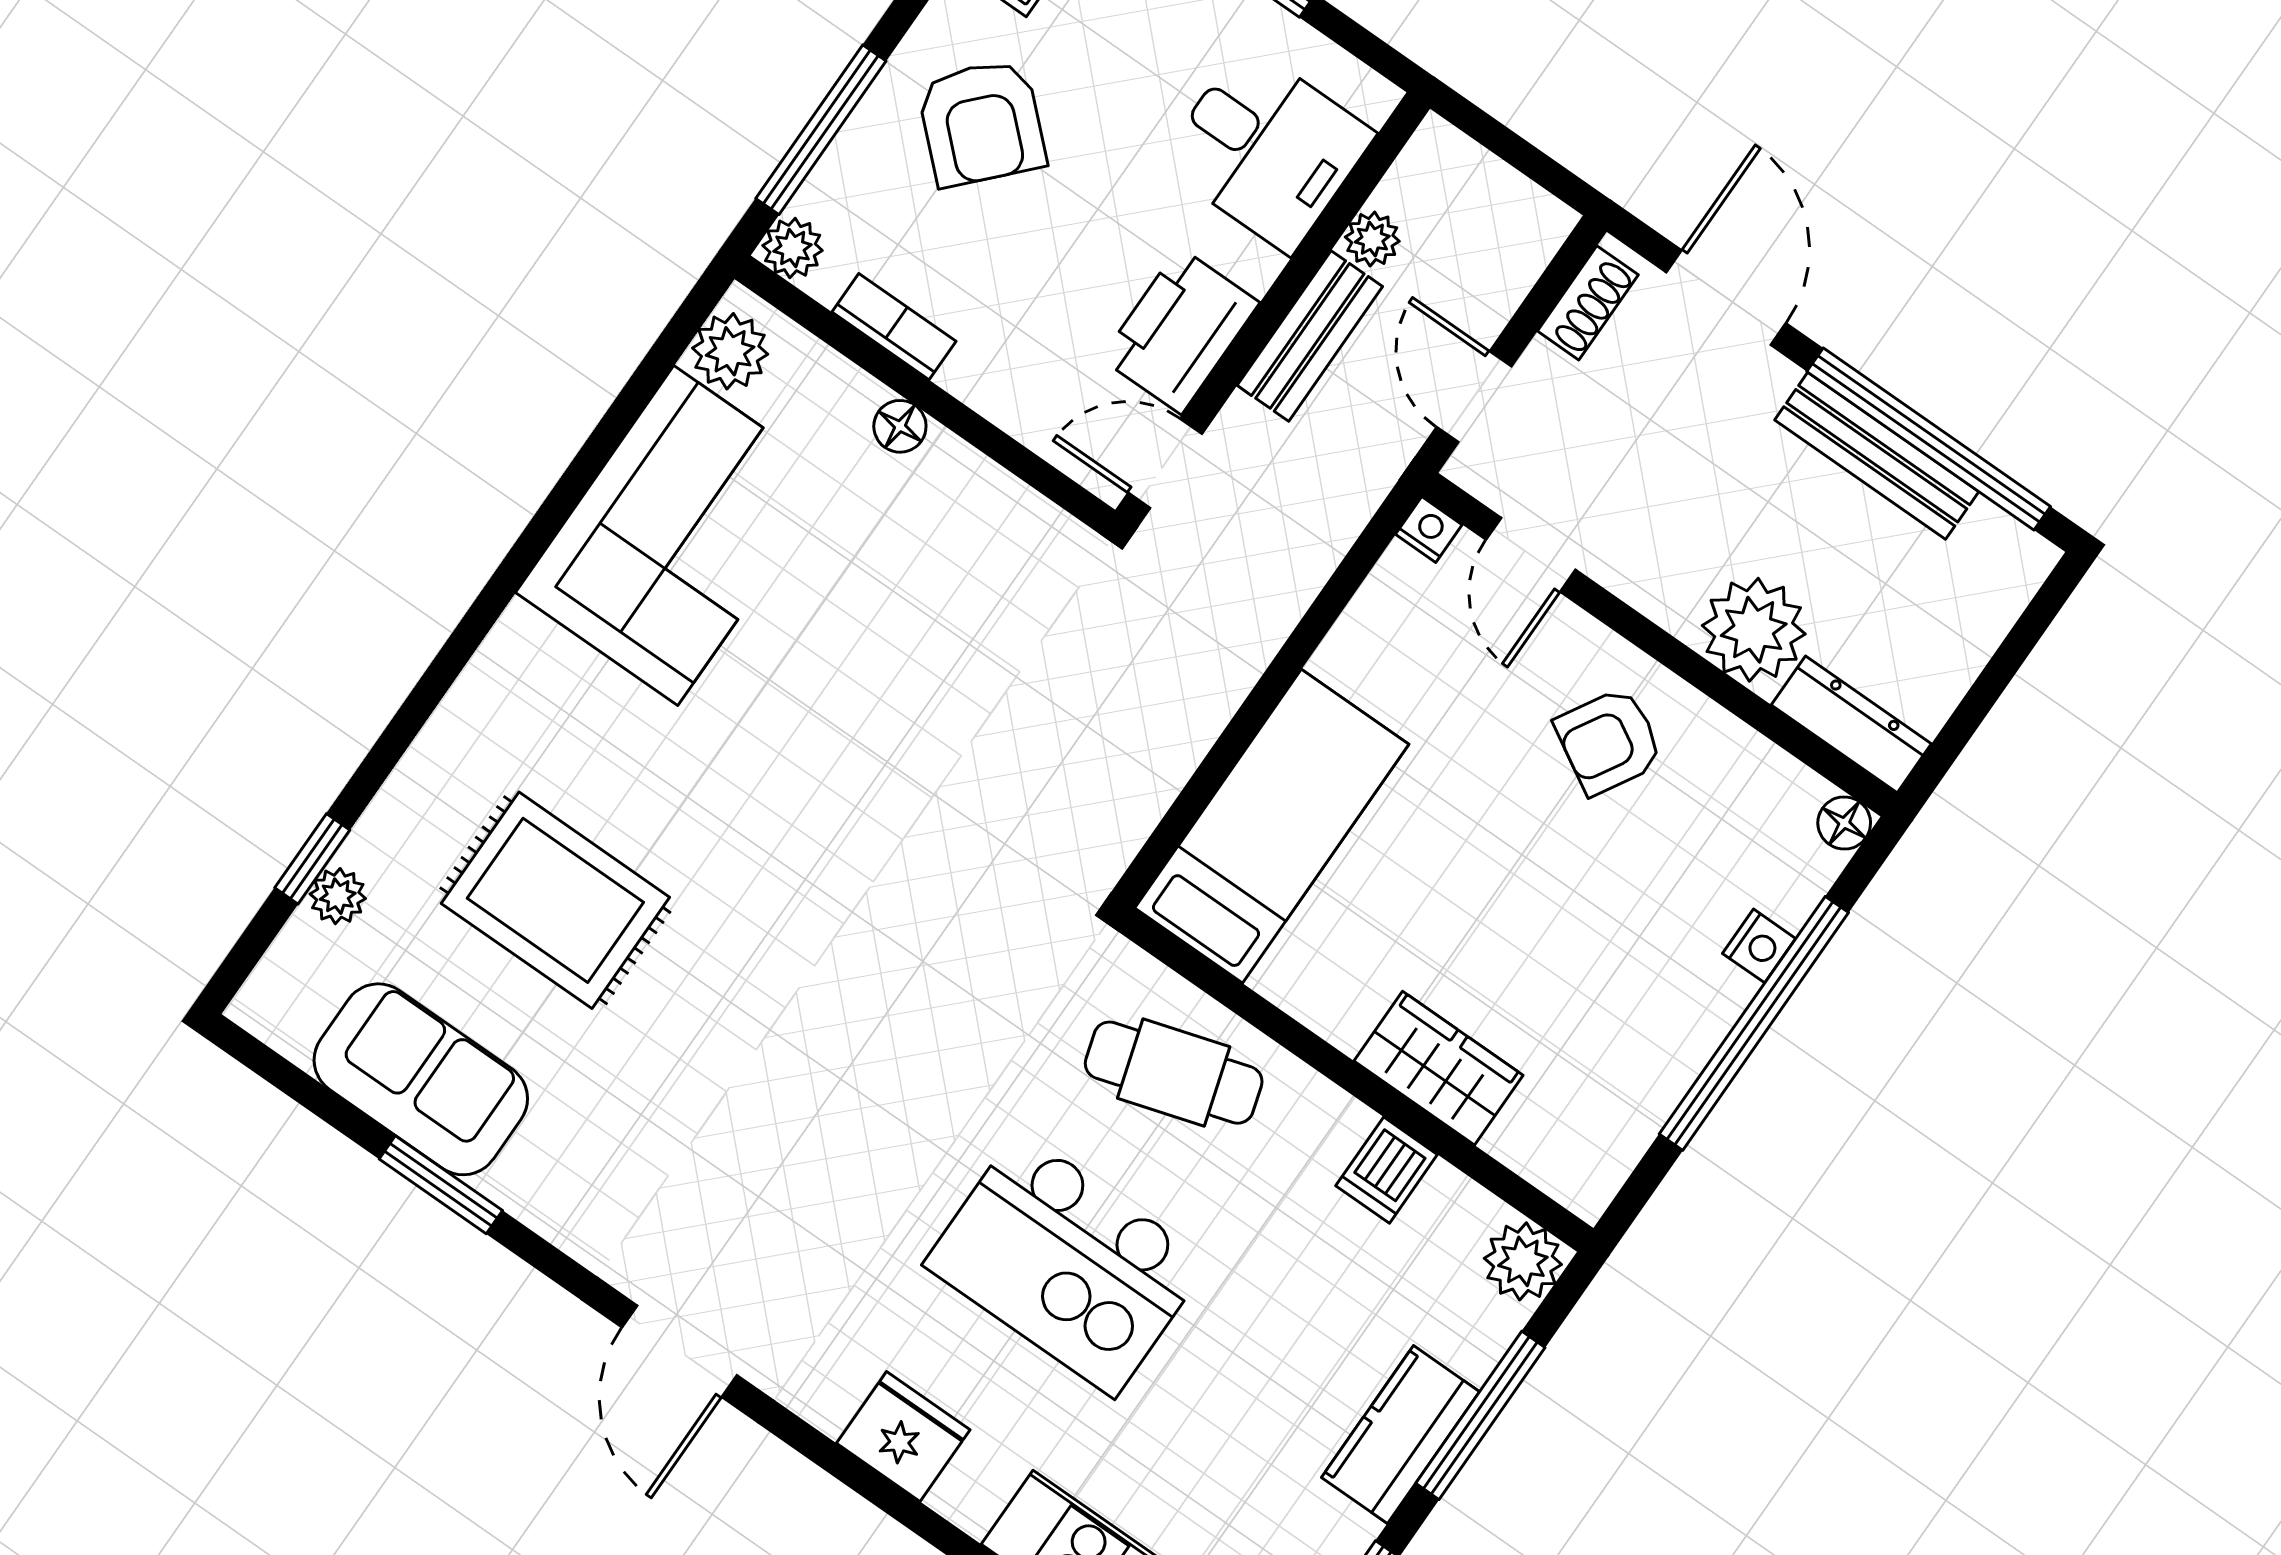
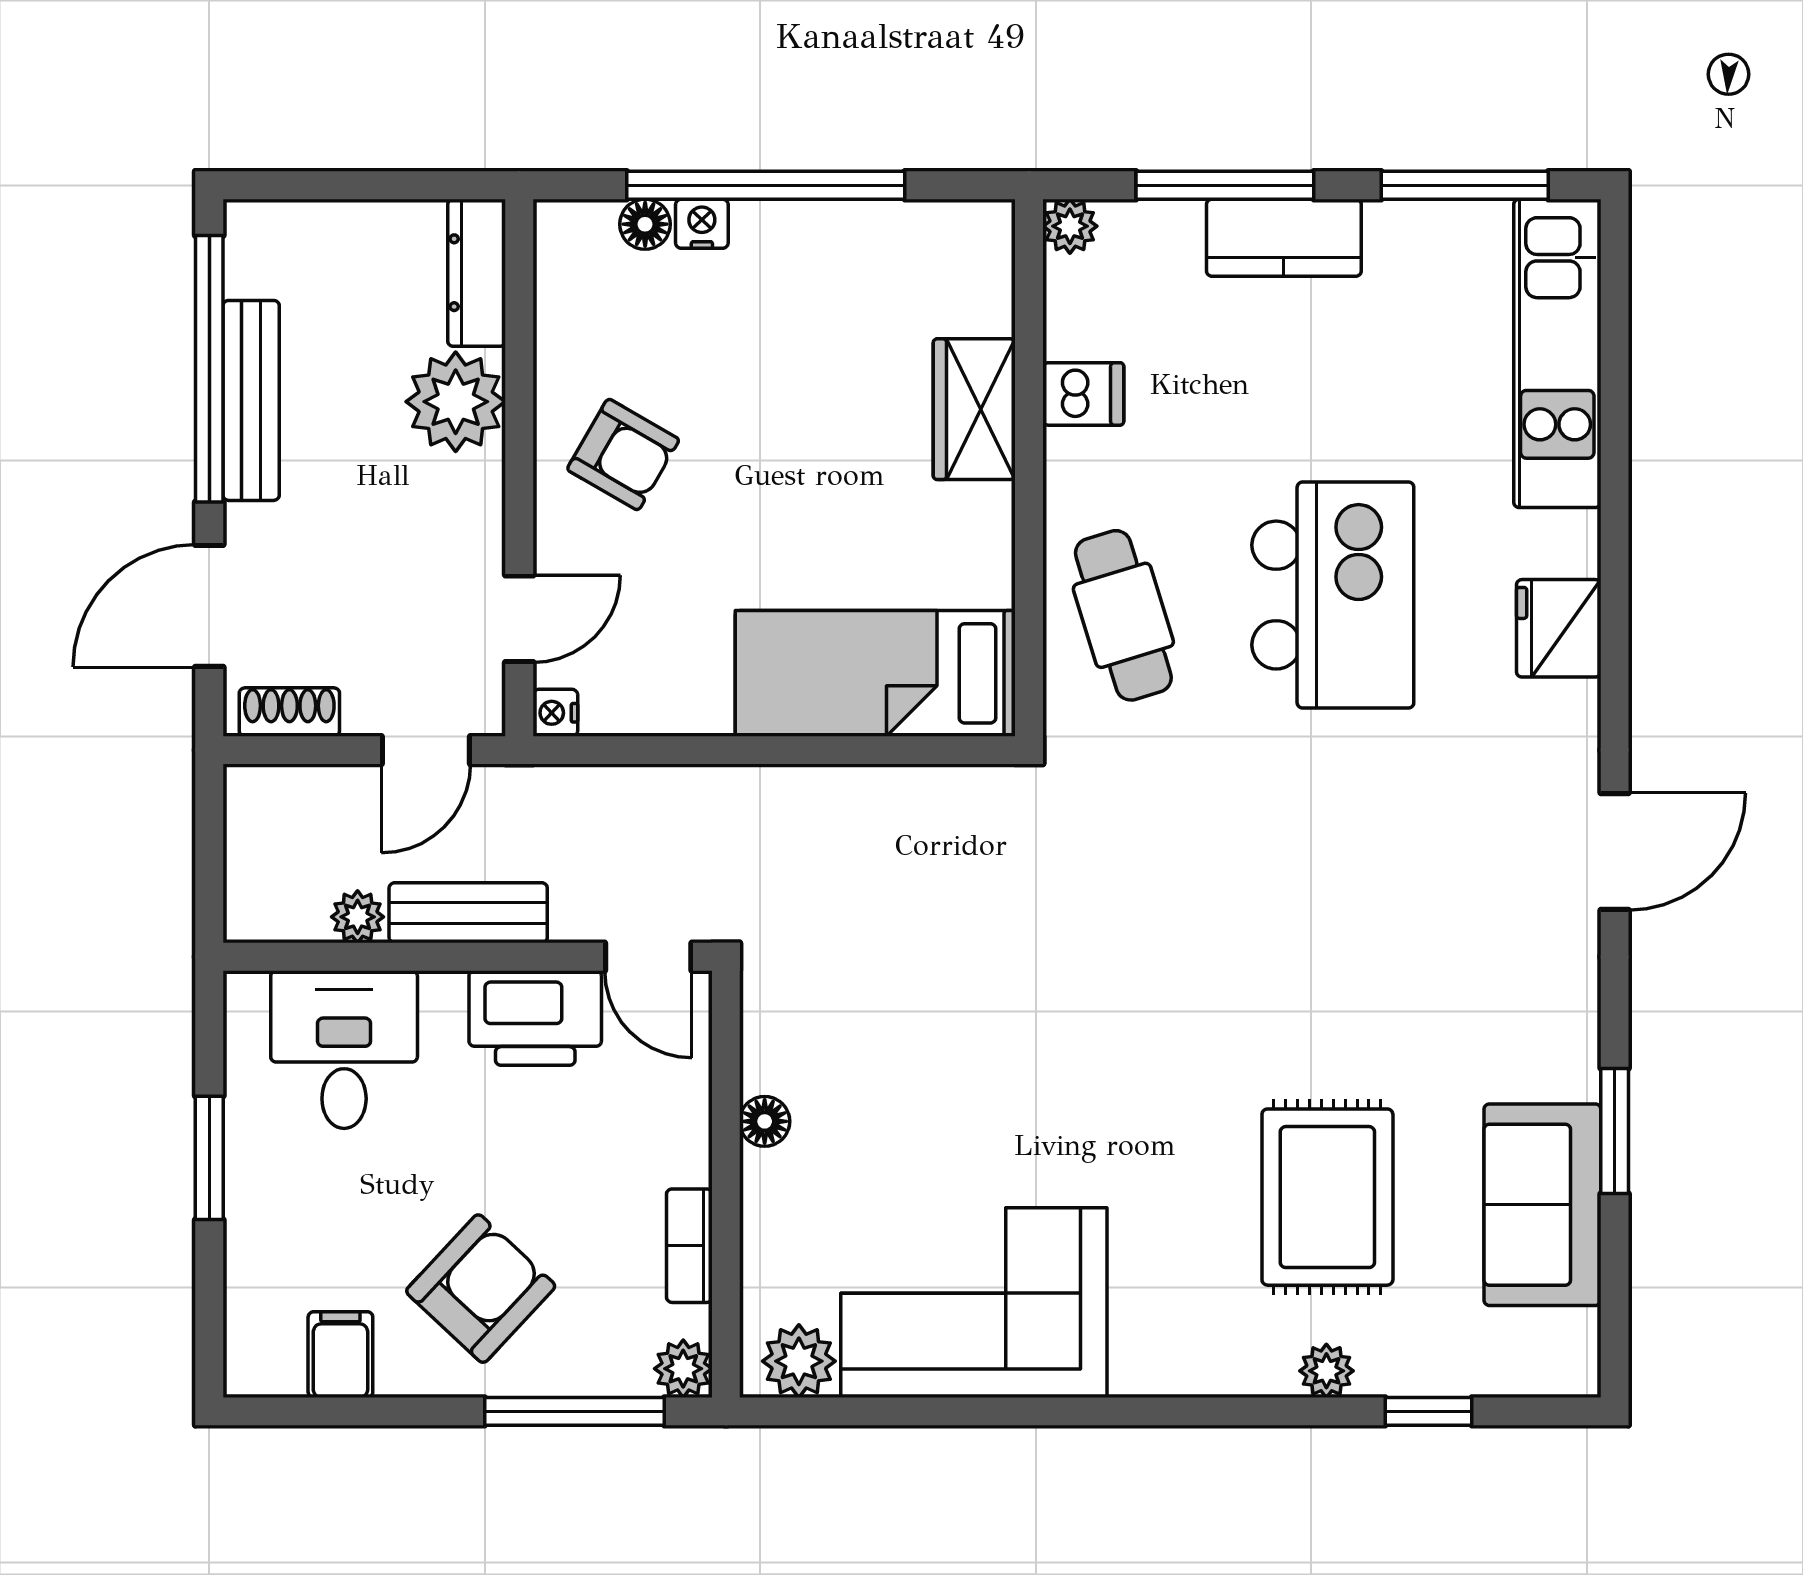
floor lamp: (900, 426) -> (765, 1121), moved
floor lamp: (1844, 823) -> (645, 224), moved
plant: (338, 896) -> (1326, 1371), moved
plant: (1523, 1261) -> (1070, 226), width x0.73, depth x0.73

